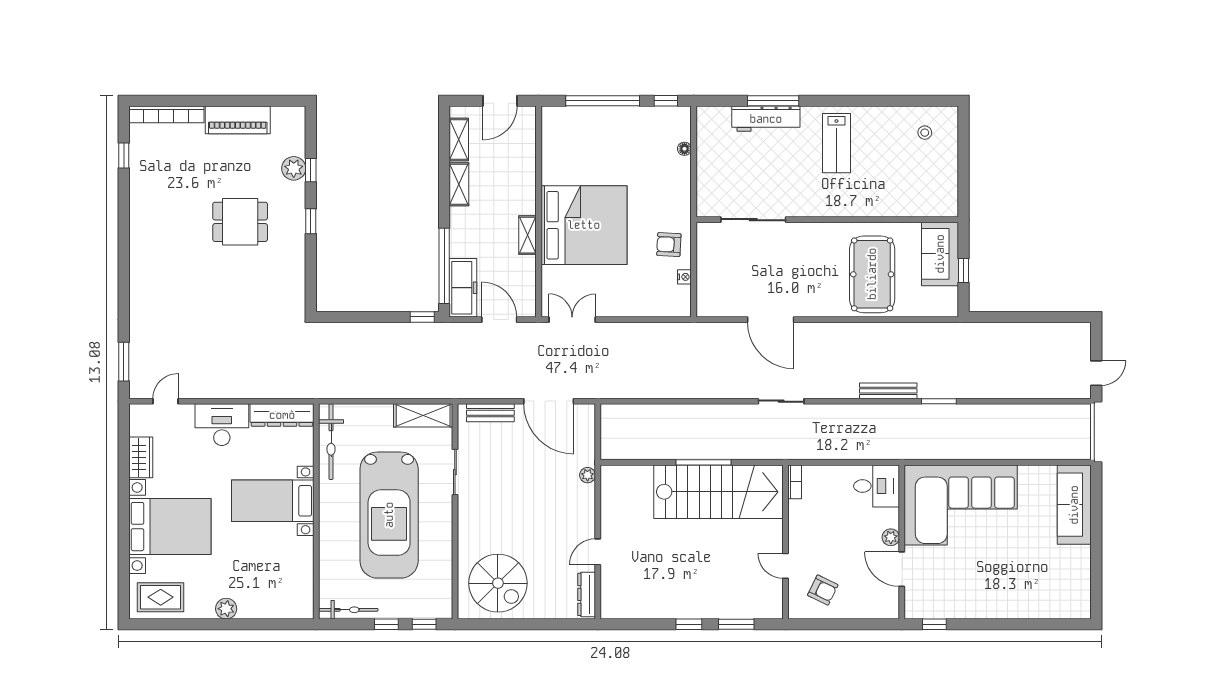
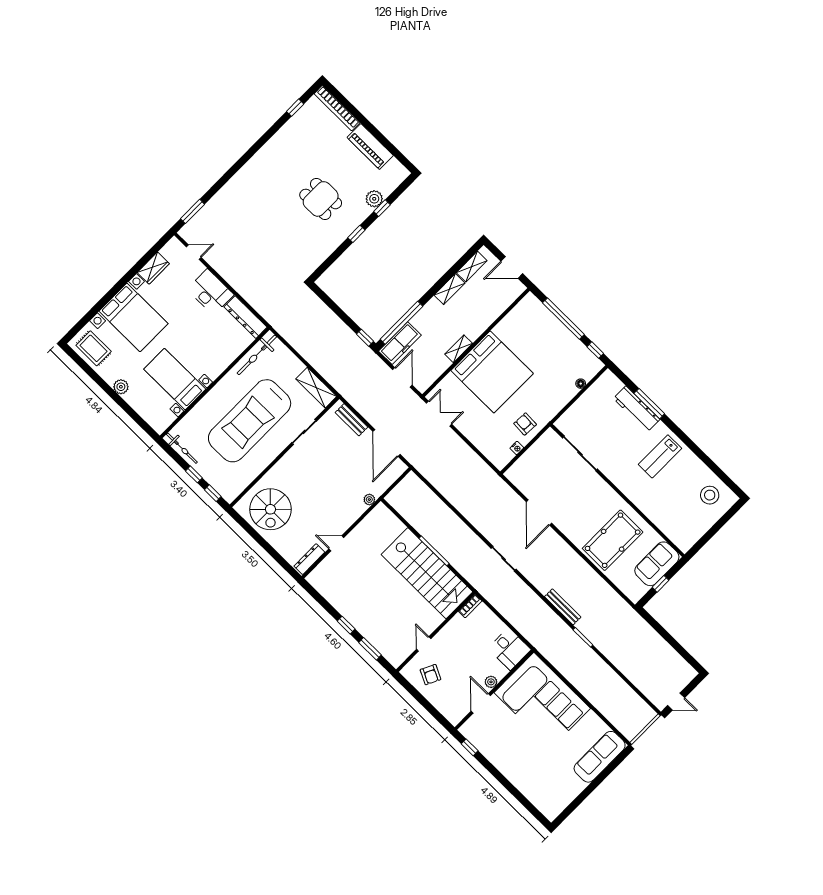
stool: (925, 133) -> (710, 495), width x1.89, depth x1.89
bed with nightstands: (273, 501) -> (175, 379), moved

